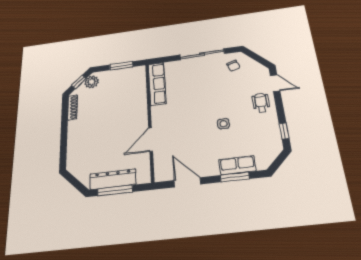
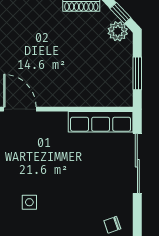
sliding door: (202, 54) -> (137, 163), moved

